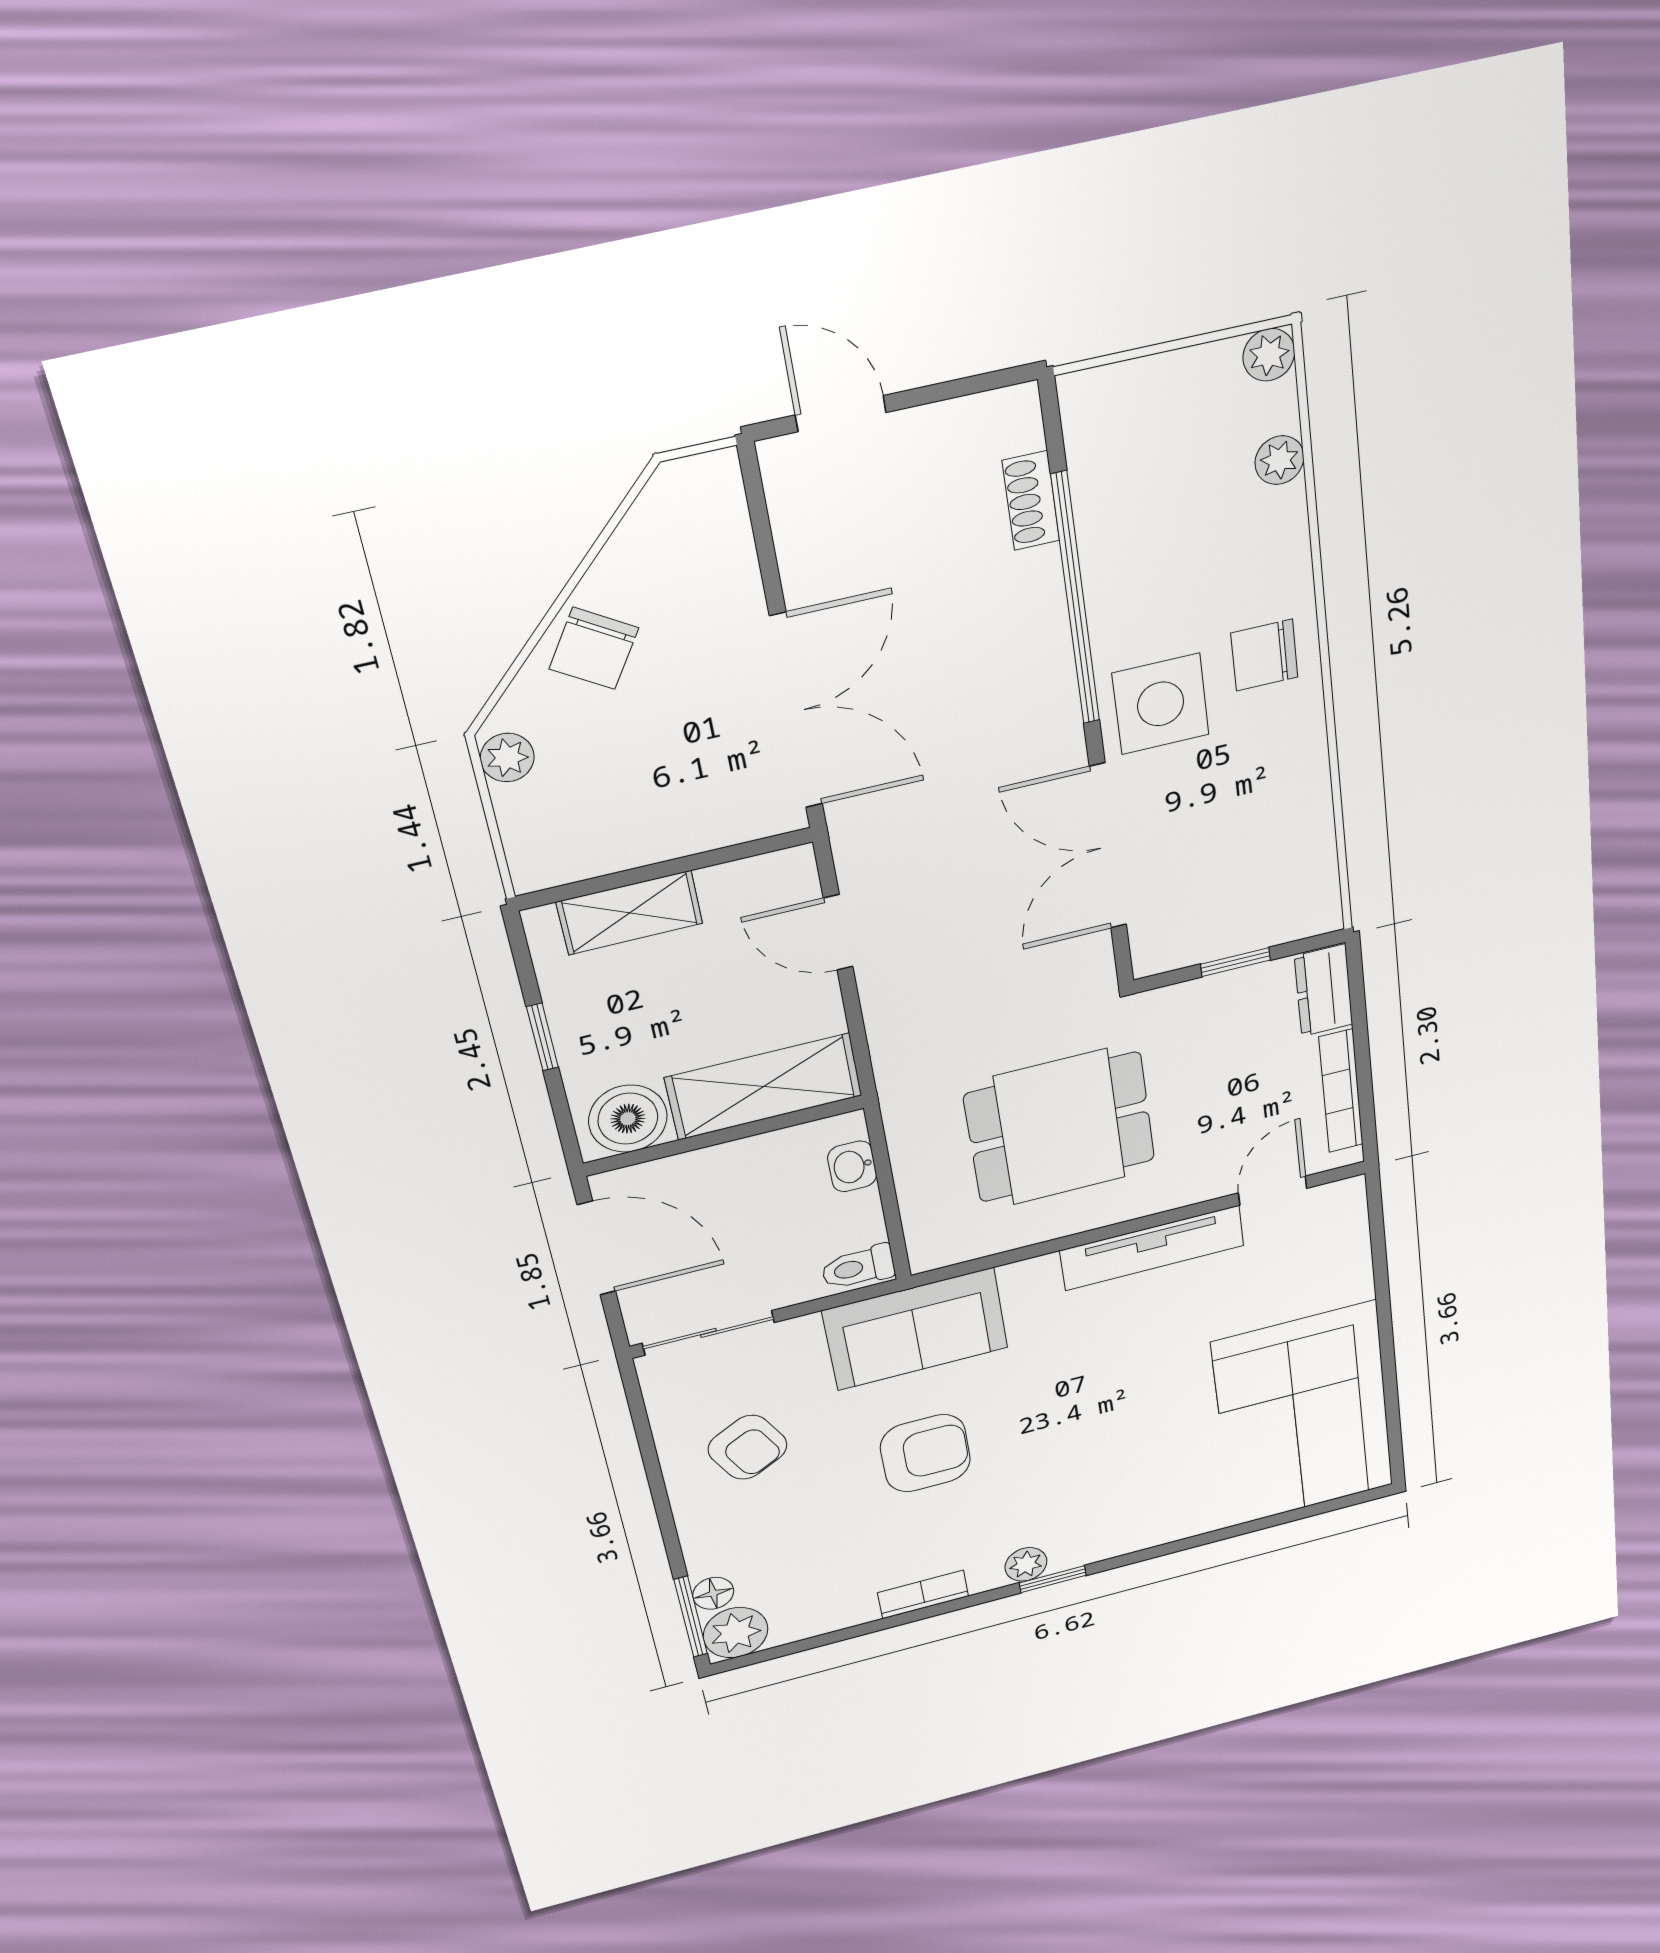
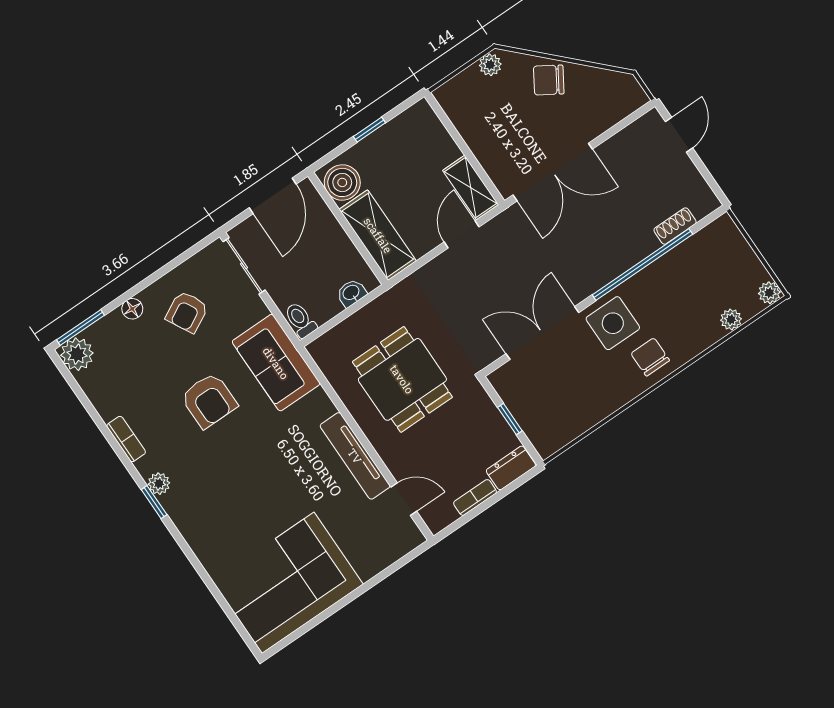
shelving: (630, 913) -> (471, 188), moved
bookcase: (1341, 1091) -> (475, 497), width x0.64
floor lamp: (713, 1593) -> (132, 309), moved

